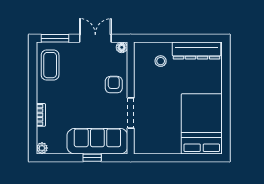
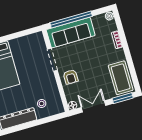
double door: (95, 38) -> (93, 106), swing flipped
coffee table: (50, 65) -> (121, 78), width x1.36, depth x1.32
window: (92, 158) -> (71, 19), width x3.17

